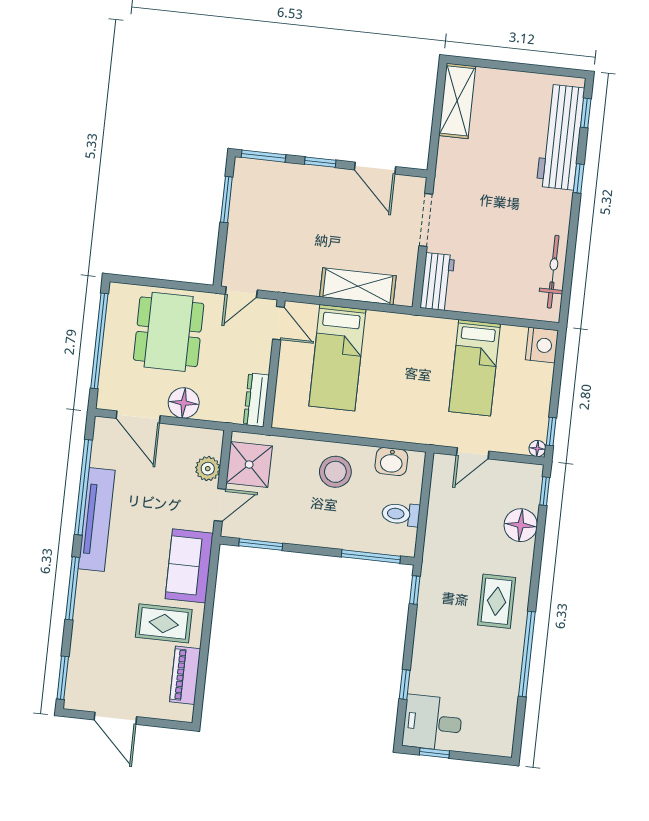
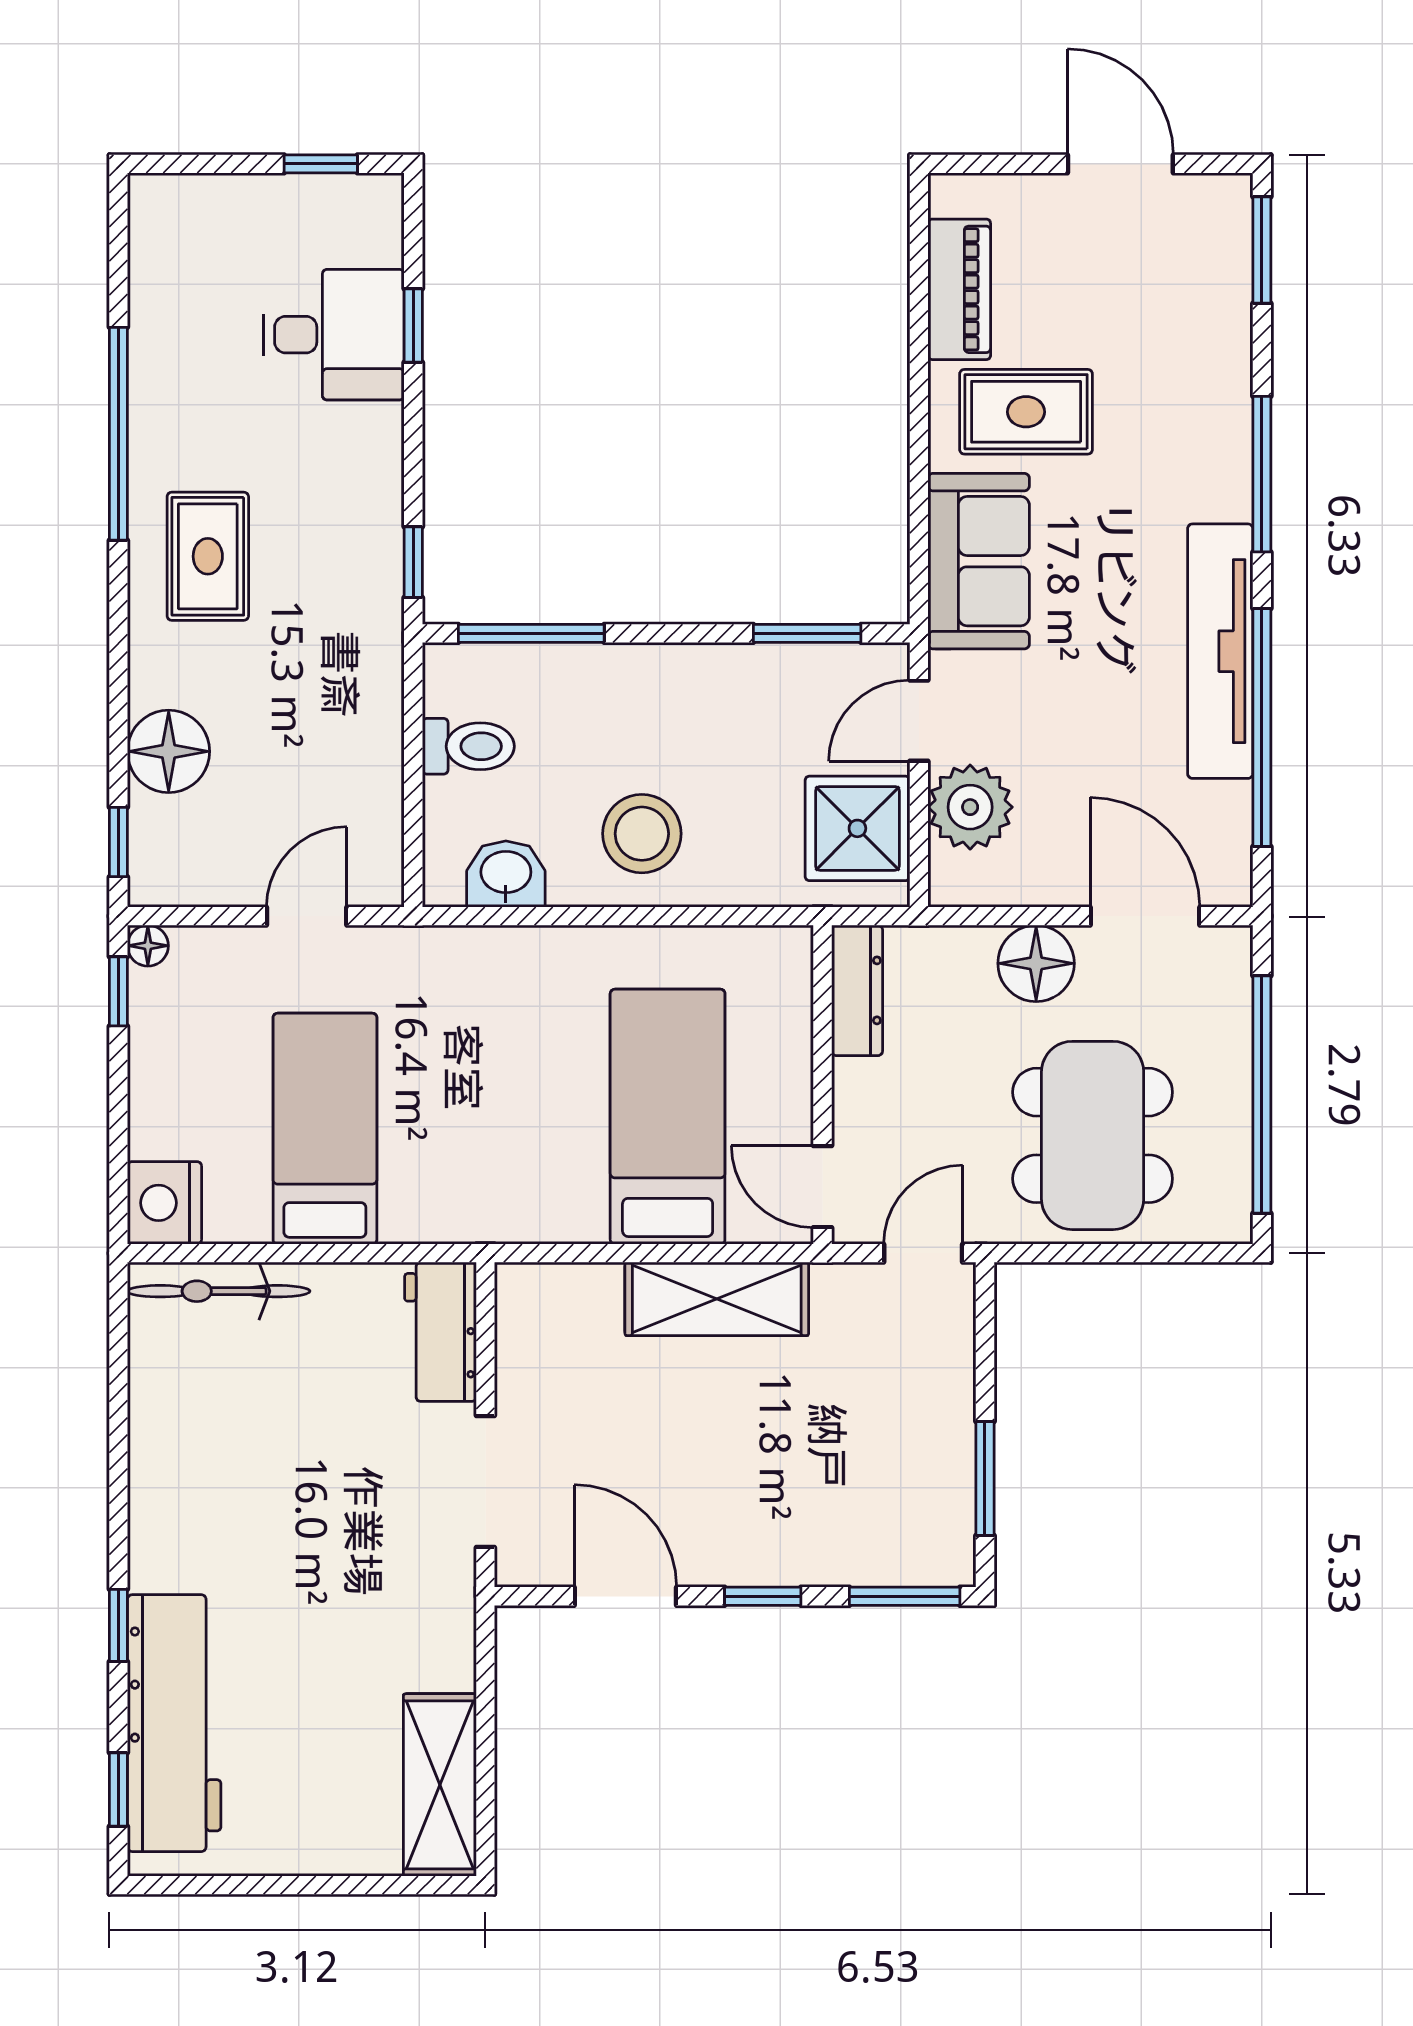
bicycle: (553, 272) -> (219, 1291), moved, turned 90
shelving: (358, 286) -> (717, 1299), moved
plant: (208, 469) -> (970, 807), width x1.36, depth x1.36
desk: (433, 723) -> (334, 335), moved

